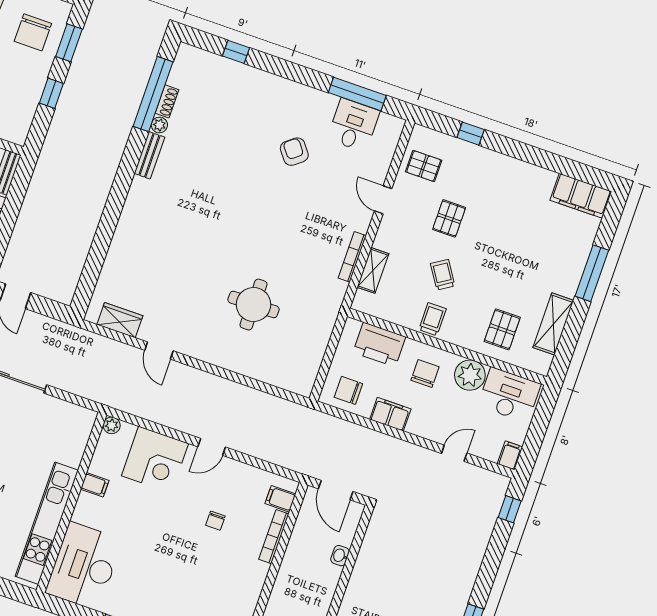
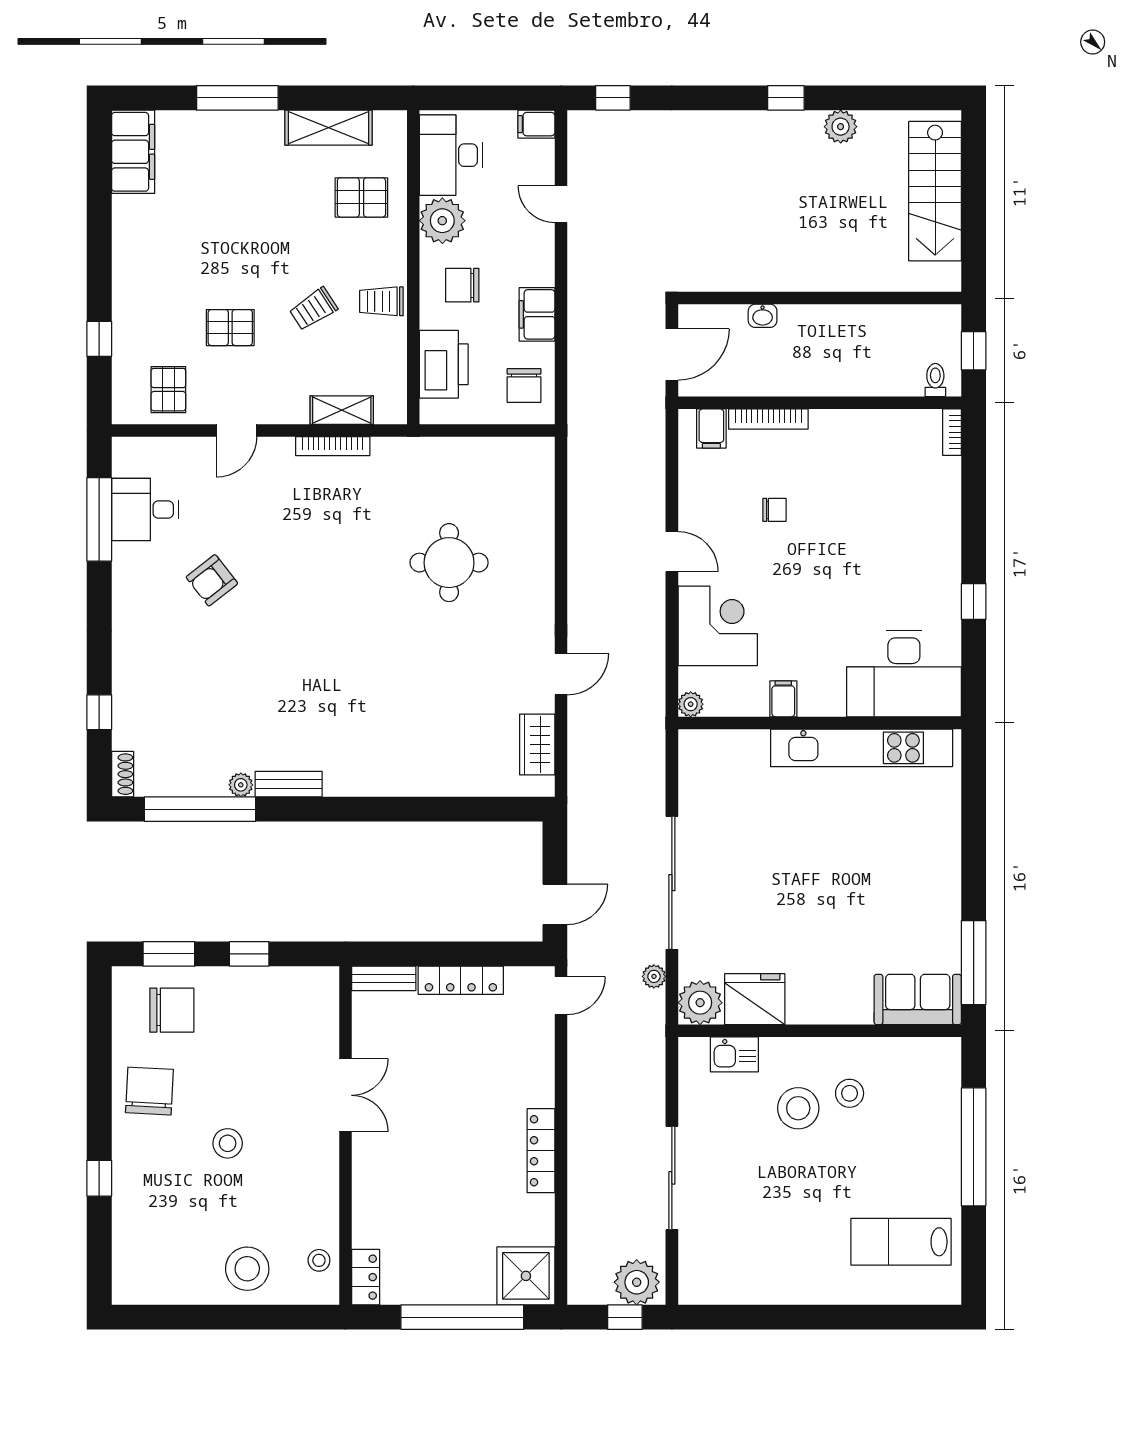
shoe rack: (167, 101) -> (123, 774), moved, turned 90

